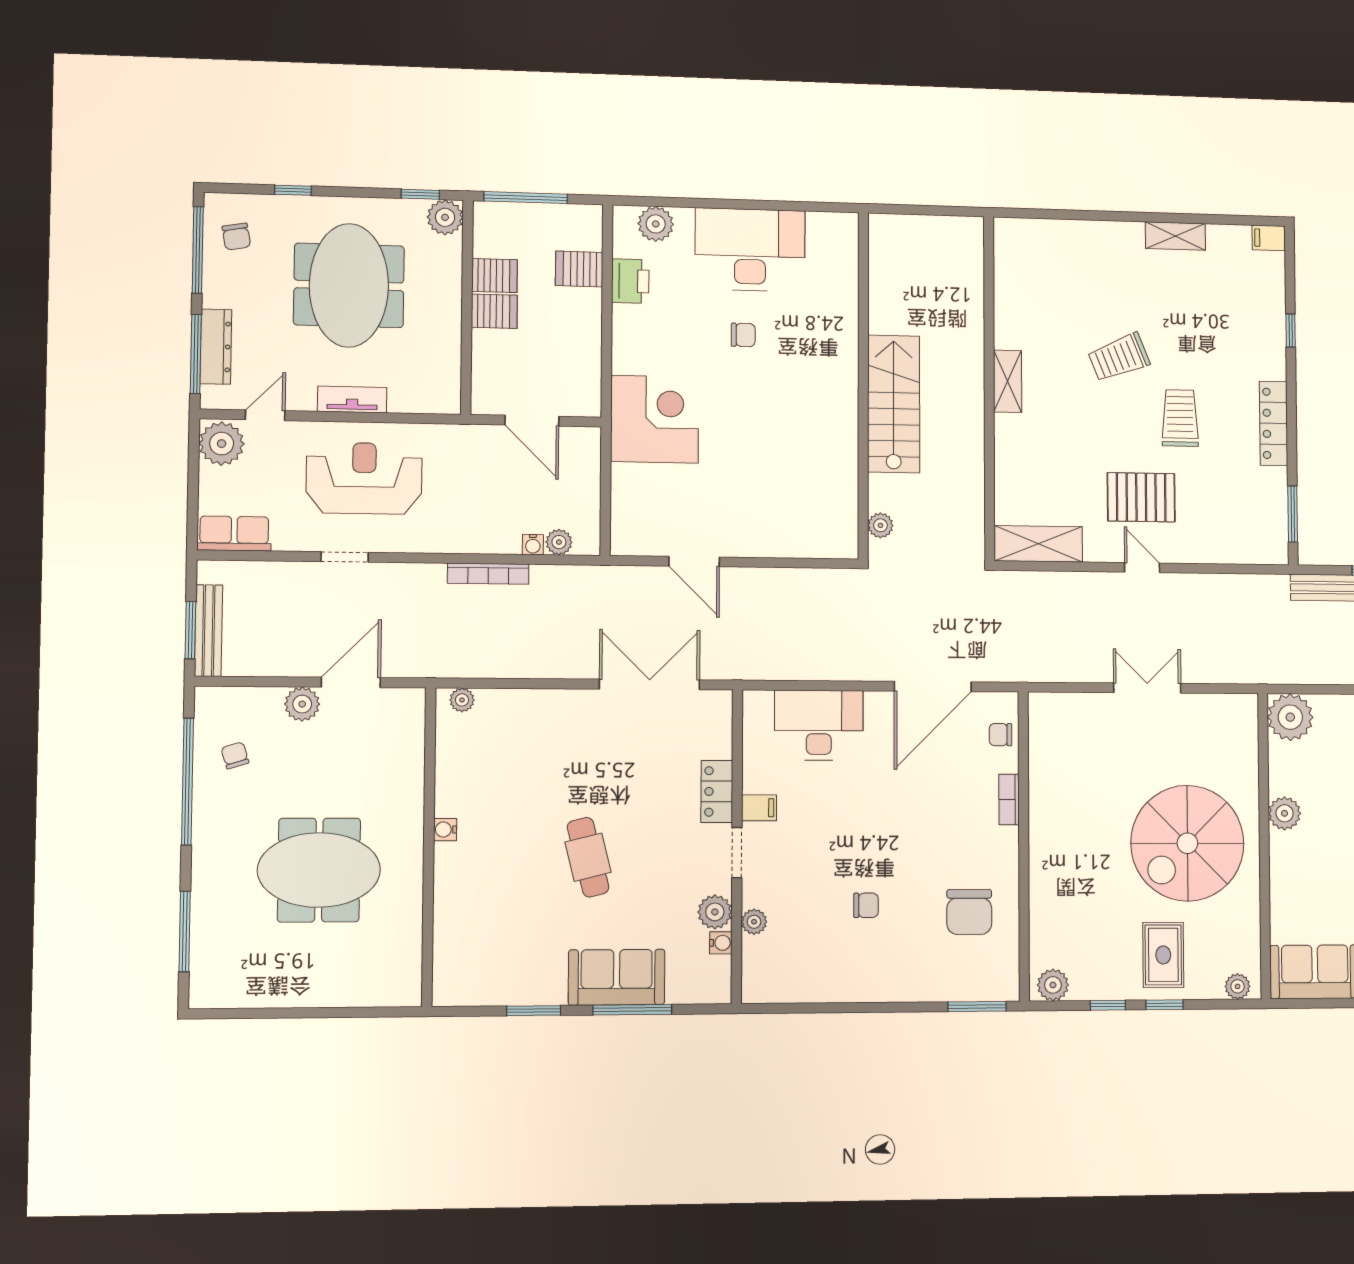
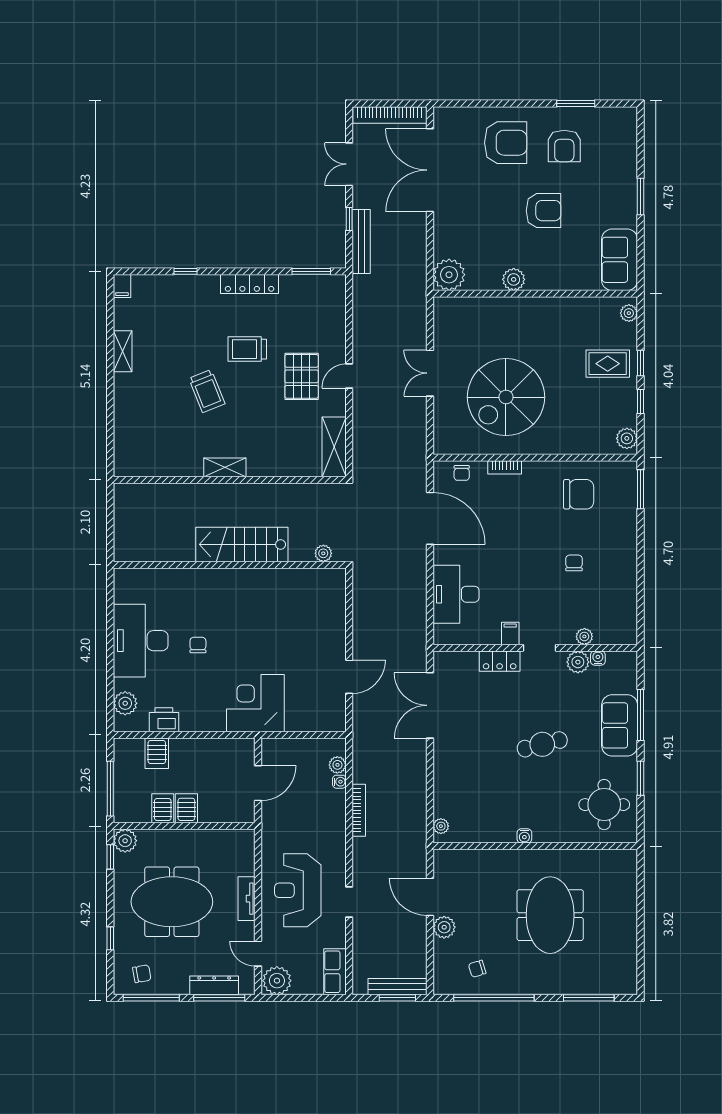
spiral stairs: (1187, 843) -> (506, 397), moved, turned 90
round table: (493, 954) -> (604, 805), added

